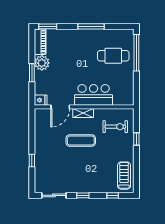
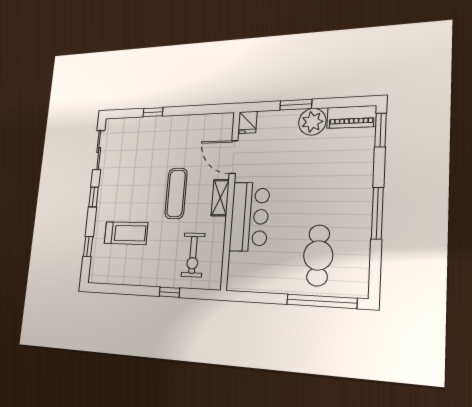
treadmill: (124, 176) -> (126, 233), moved

